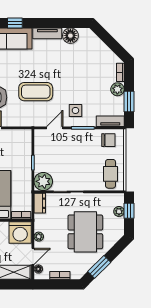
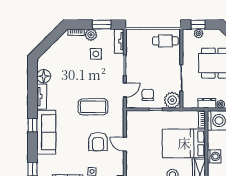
coffee table: (36, 92) -> (93, 107), turned 90
side table: (75, 110) -> (96, 54), moved
door: (55, 128) -> (125, 90), swing flipped
chair: (108, 140) -> (148, 95), moved
dresser: (40, 203) -> (207, 103), moved

